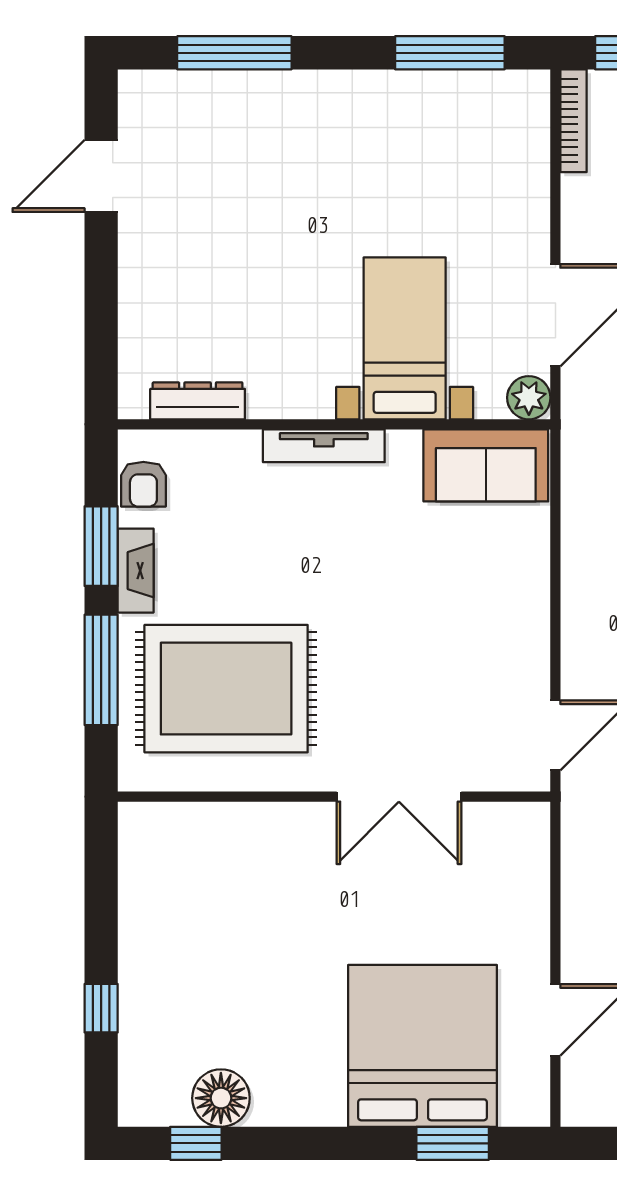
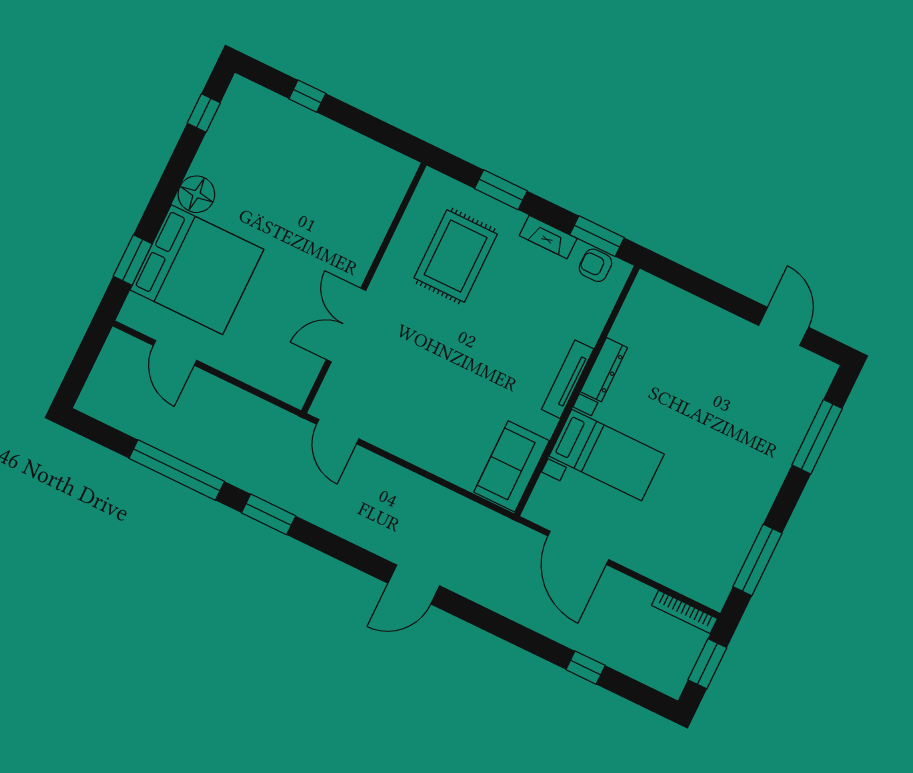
plant: (529, 398) -> (538, 510), removed
dresser: (198, 401) -> (604, 370), moved
window: (101, 546) -> (597, 236), moved
window: (101, 670) -> (501, 190), width x0.69
rug: (226, 689) -> (456, 256), width x0.73, depth x0.69
floor lamp: (221, 1098) -> (196, 194), moved

